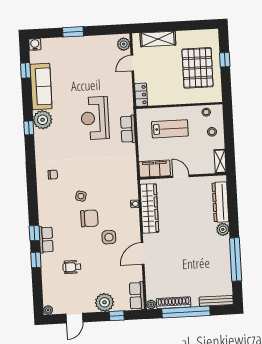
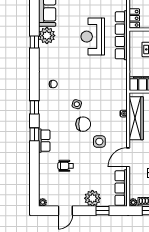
row of seats: (128, 129) -> (121, 35), width x2.02
window: (36, 260) -> (34, 107), moved
row of seats: (137, 296) -> (121, 188), width x1.48

